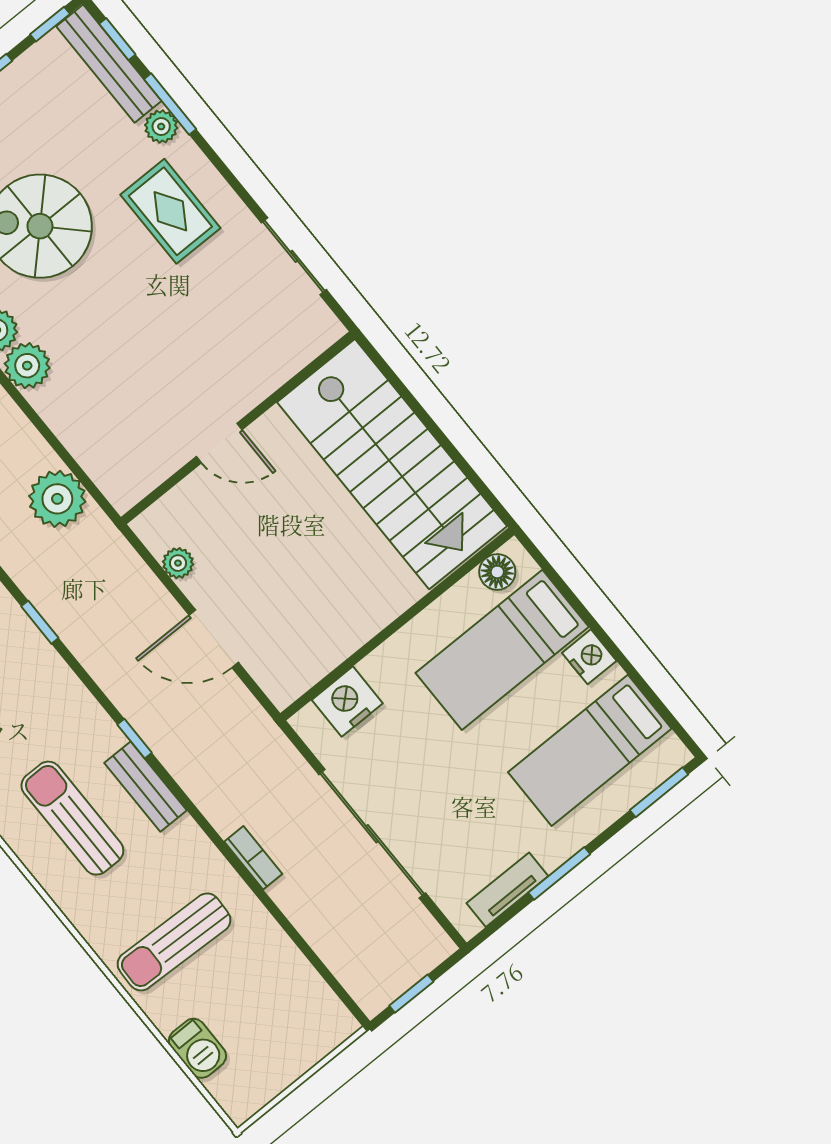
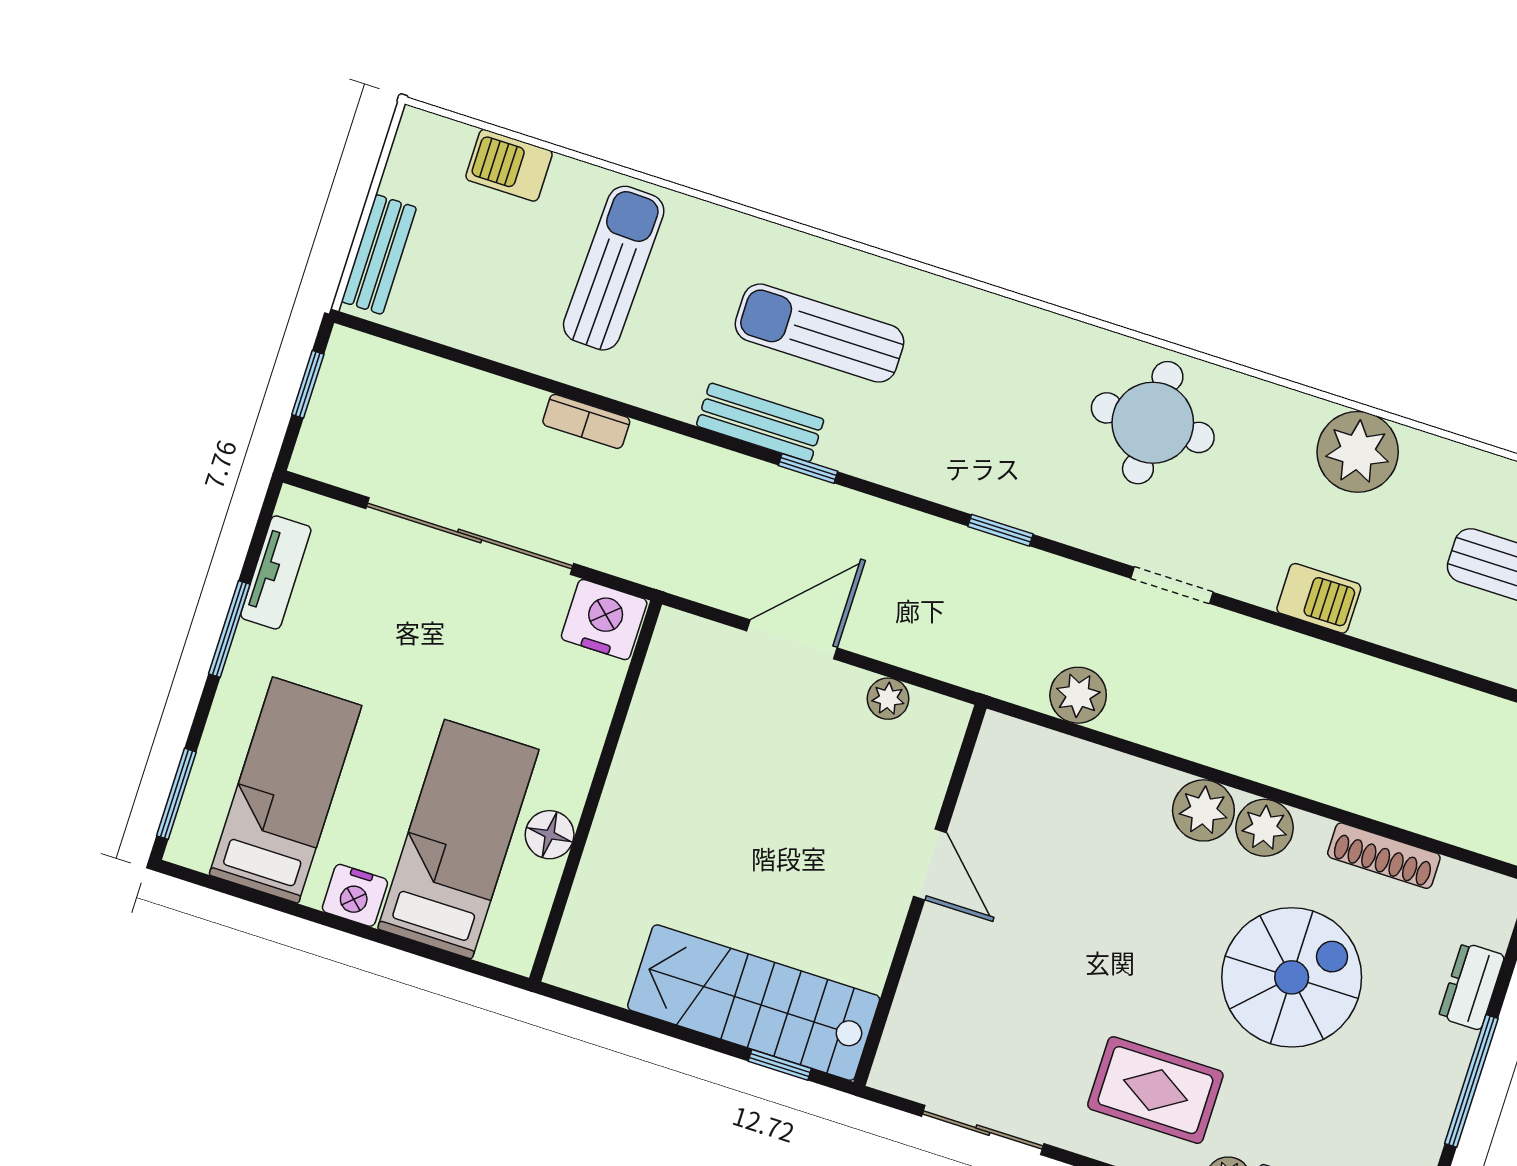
window: (394, 379) -> (780, 1065), added
door: (219, 443) -> (930, 864), swing flipped
stairs: (392, 464) -> (754, 1003), width x0.73, depth x0.66
plant: (57, 499) -> (1078, 695), width x0.73, depth x0.73
floor lamp: (497, 572) -> (550, 835), moved
nightstand: (347, 702) -> (604, 620), moved, turned -90
sun lounger: (72, 818) -> (819, 333), turned 180
bench: (315, 1046) -> (379, 254), added

